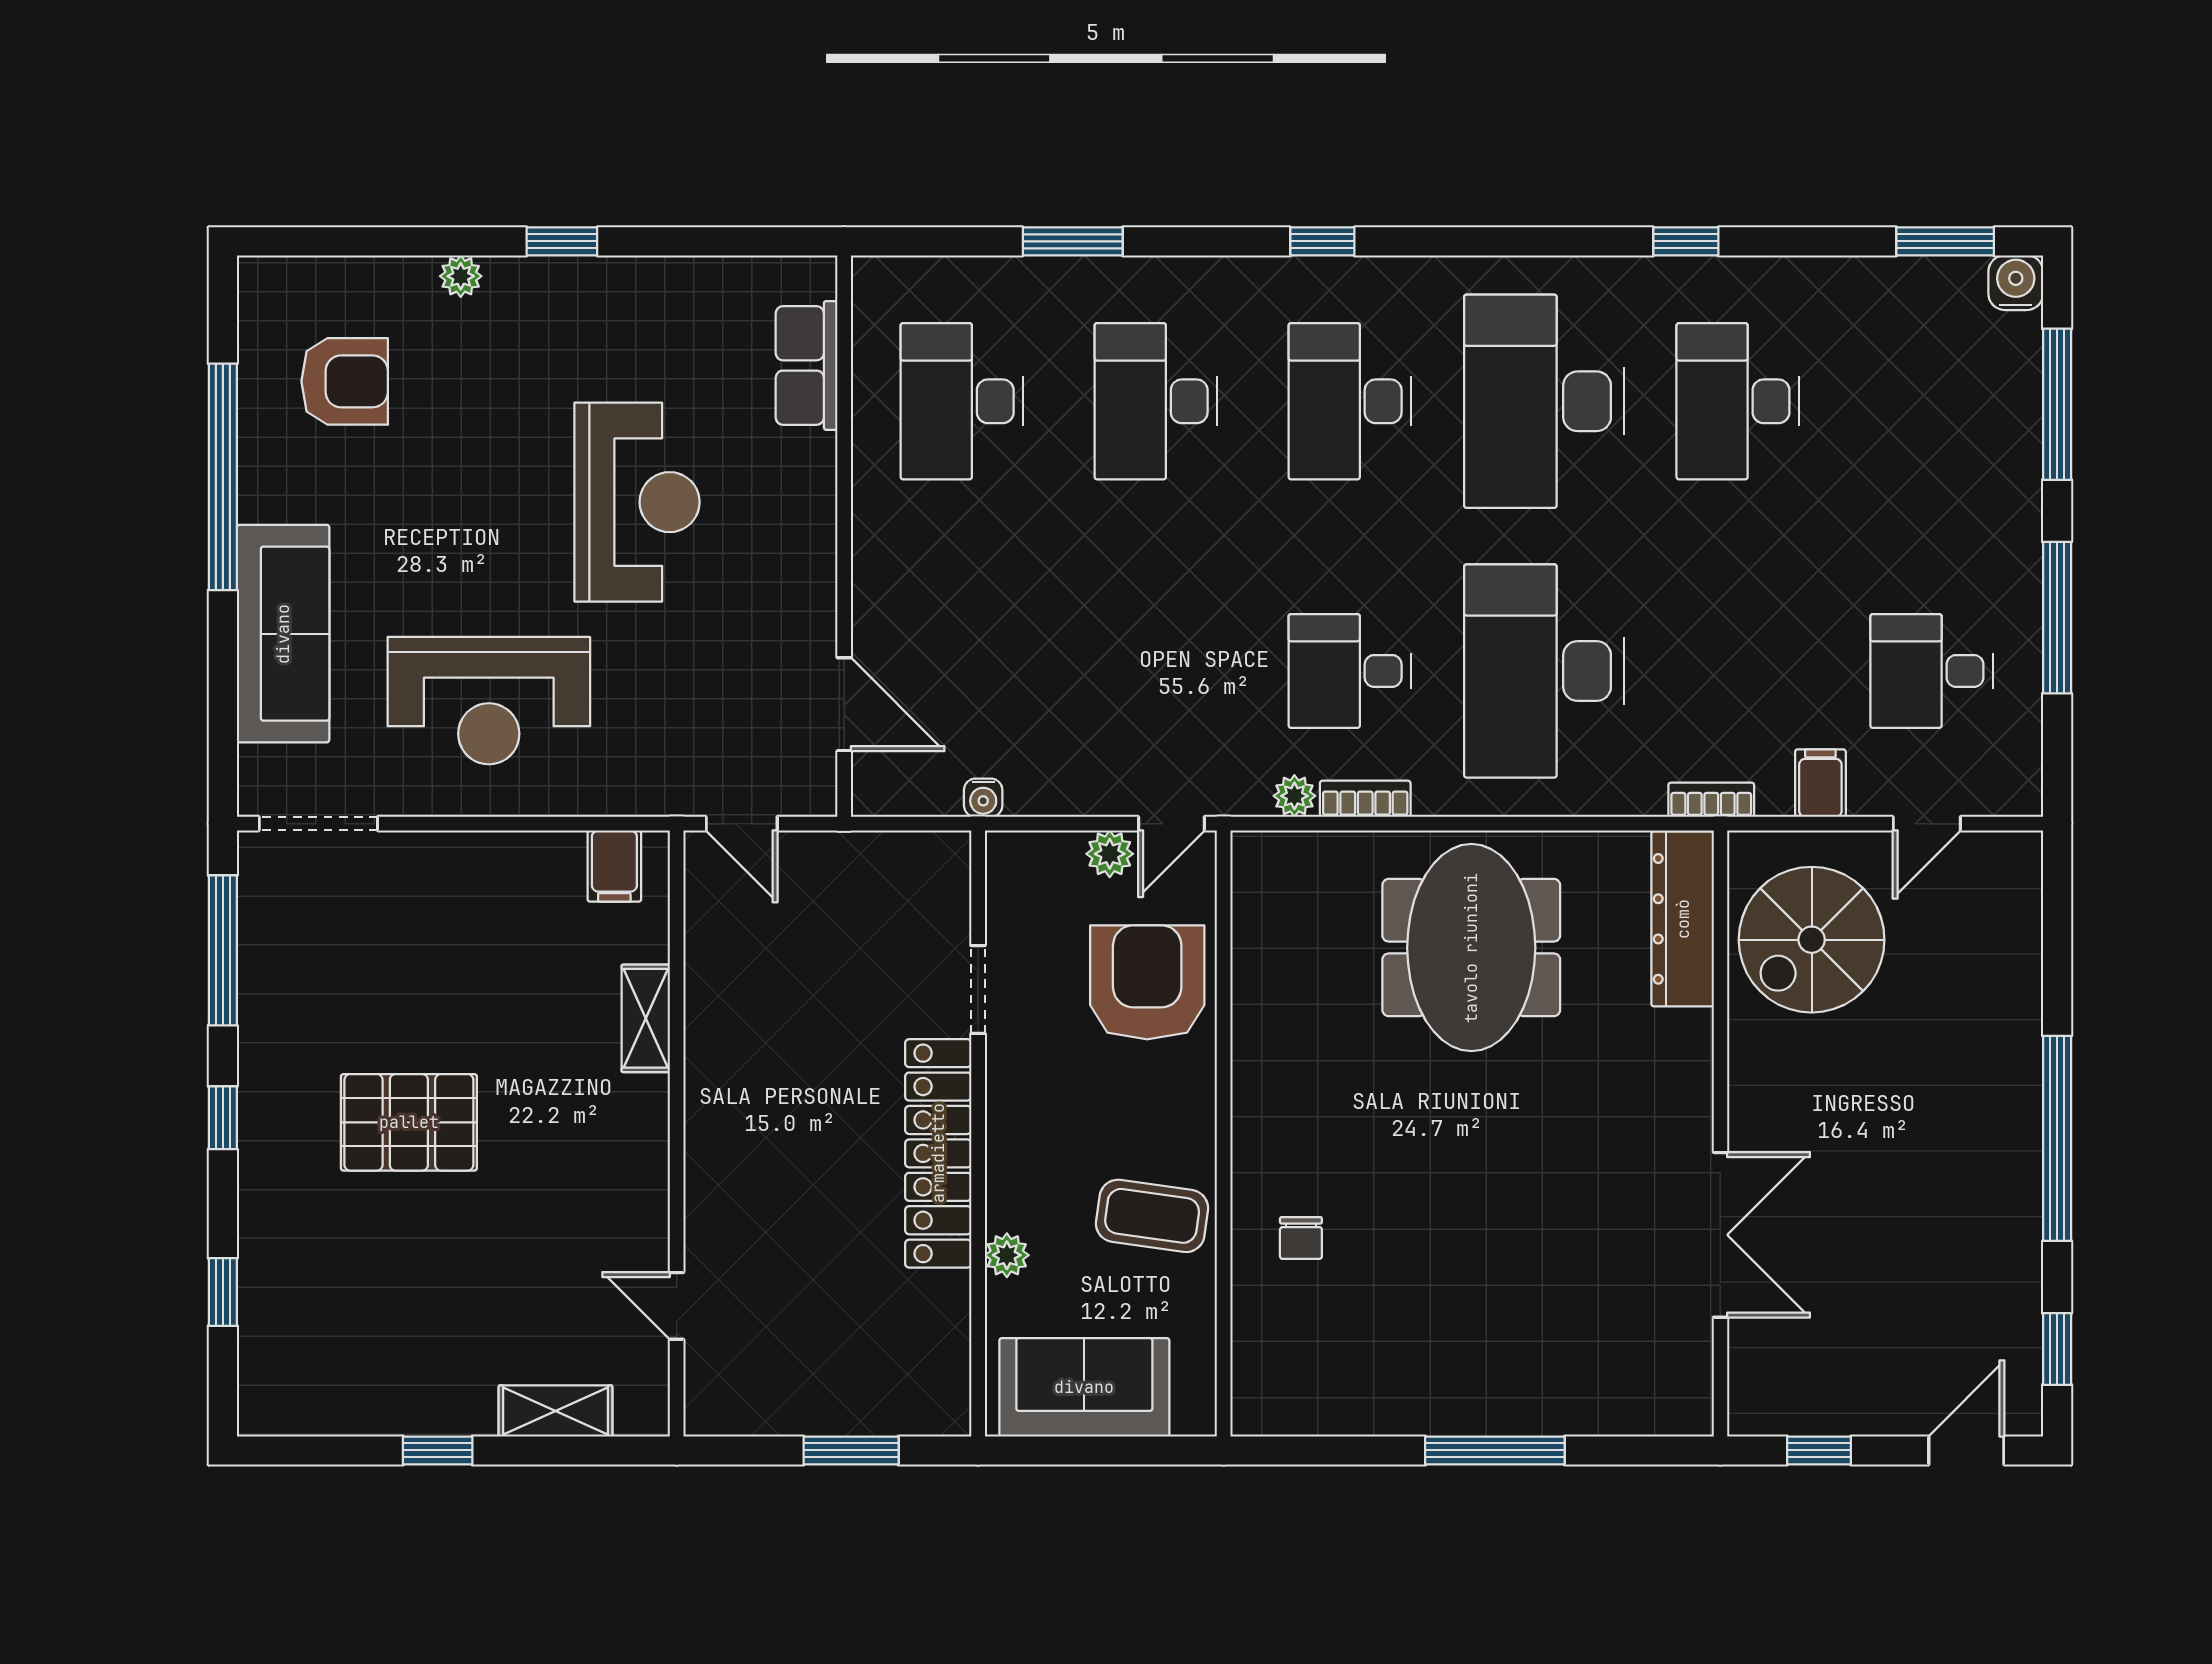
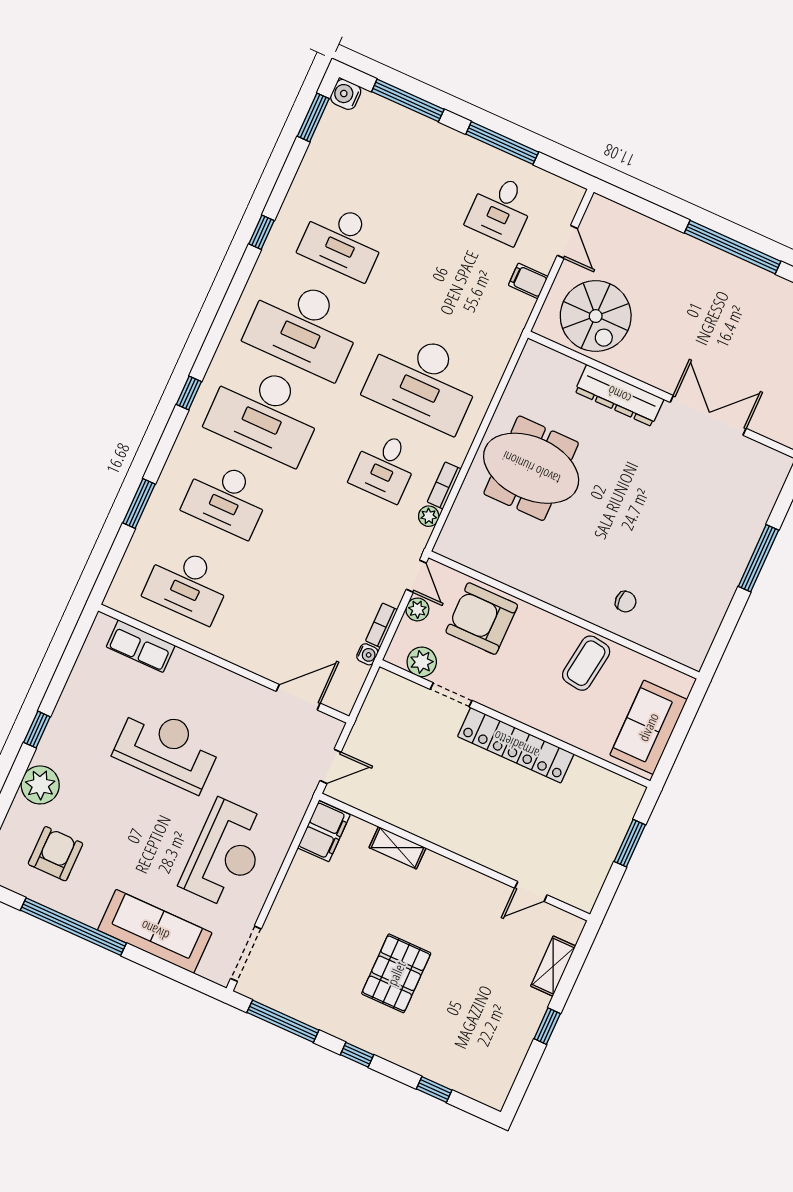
plant: (461, 276) -> (40, 785), width x1.87, depth x1.87
desk: (1350, 401) -> (265, 413), width x1.36, depth x1.30
bookcase: (1711, 800) -> (381, 625), moved
filing cabinet: (614, 866) -> (324, 831), width x2.00
dresser: (1683, 919) -> (619, 395), moved
plant: (1007, 1255) -> (422, 662), moved, width x1.38, depth x1.38

